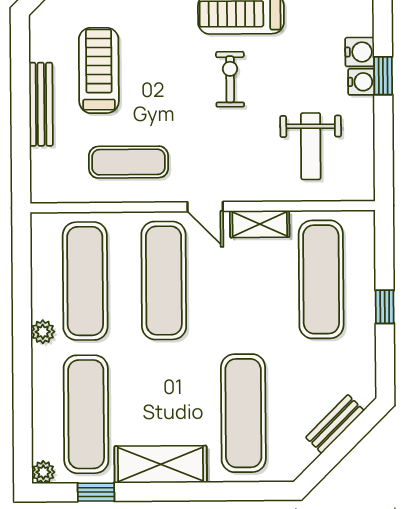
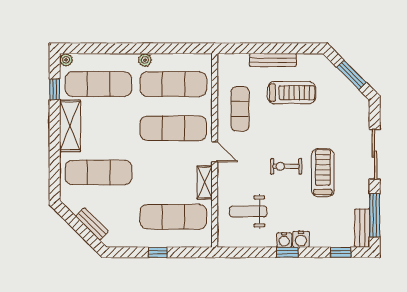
exercise bike: (230, 79) -> (286, 166), turned 180
door: (205, 207) -> (215, 152), swing flipped

